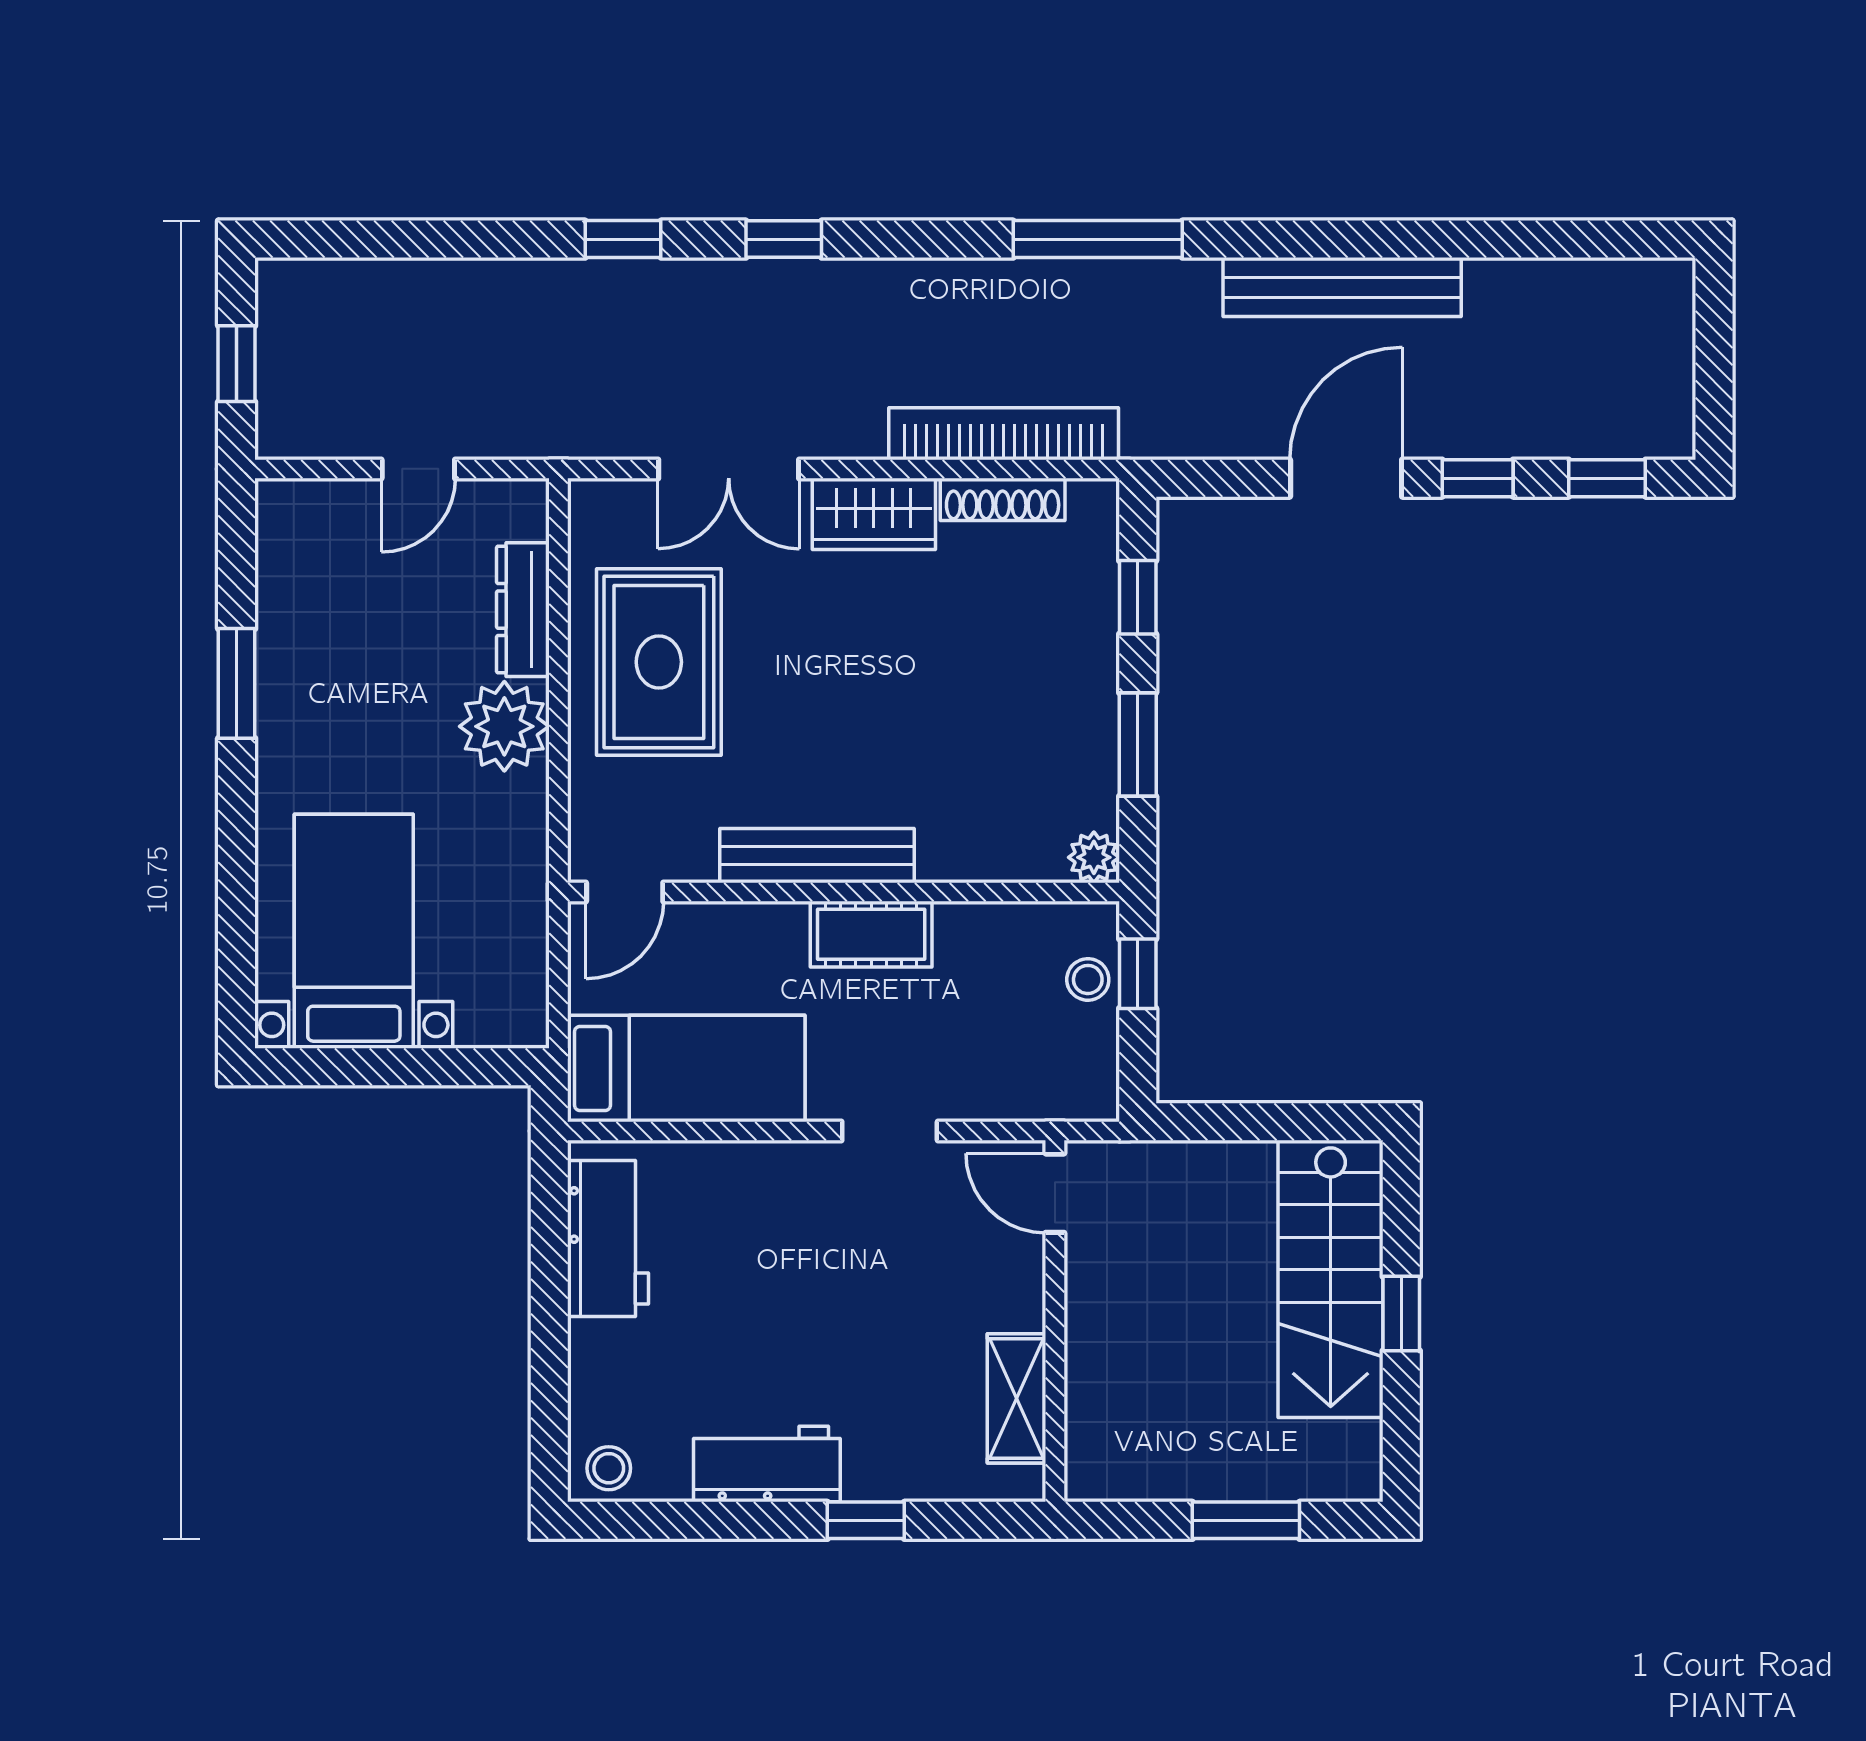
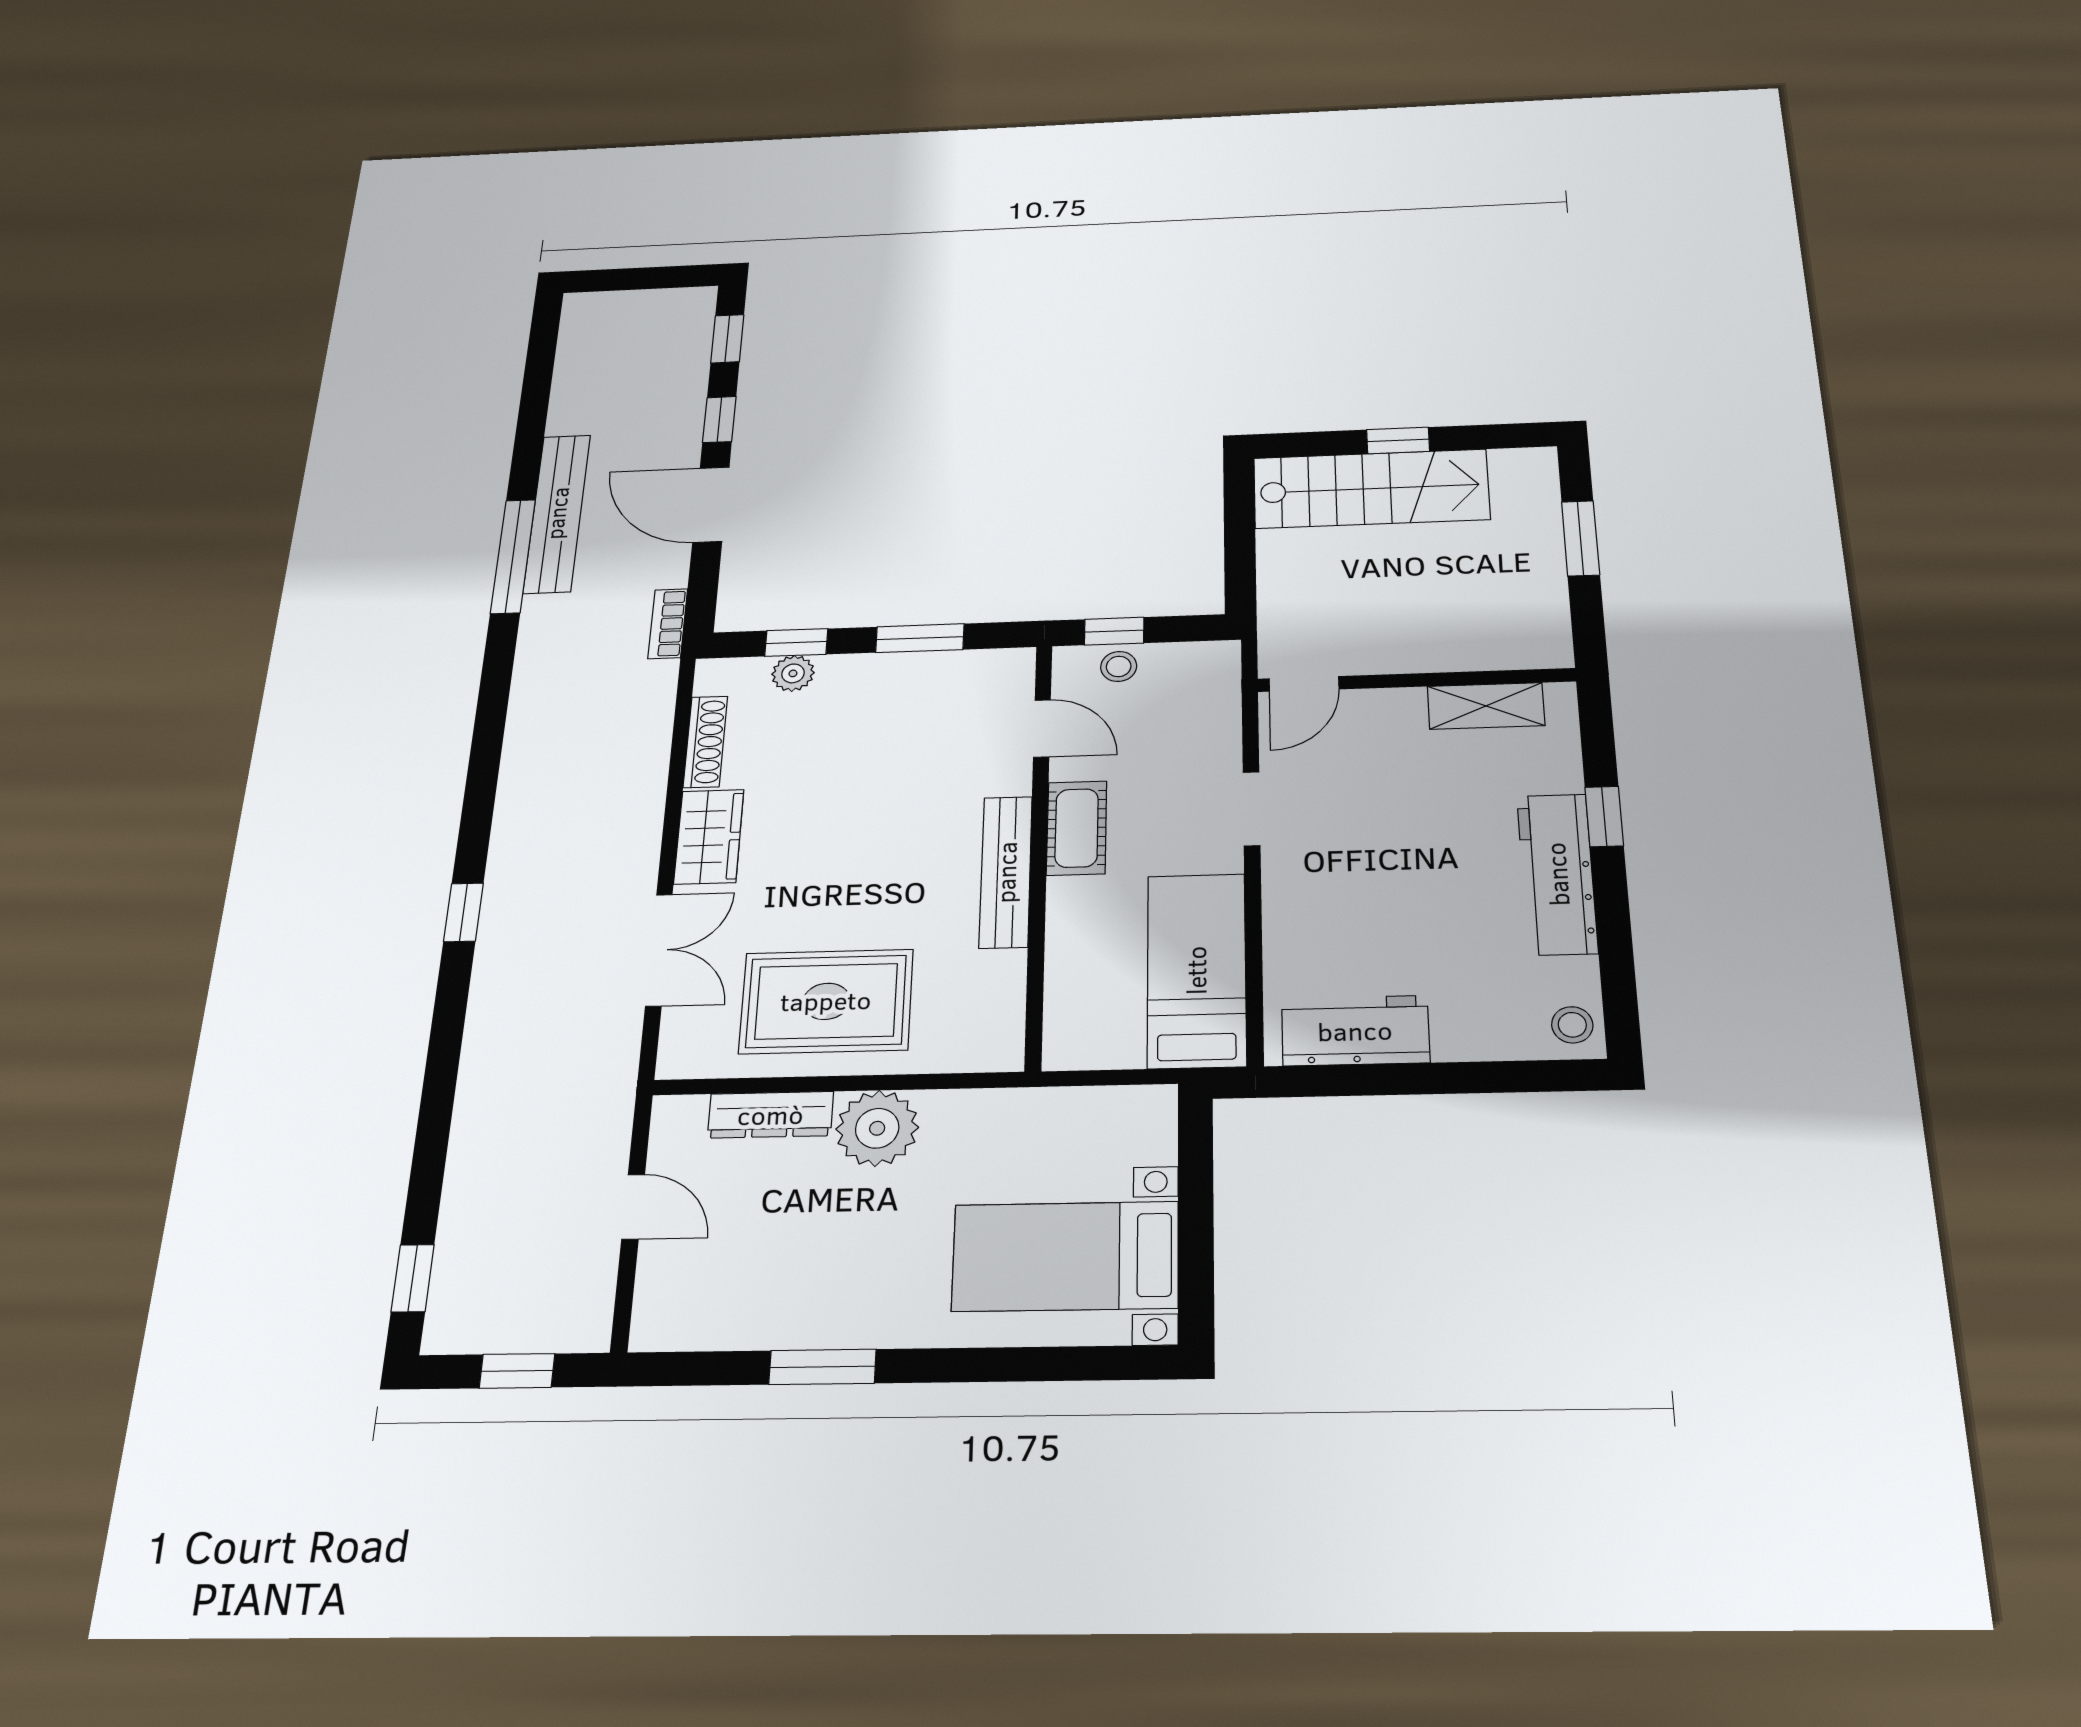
window: (623, 239) -> (413, 1278), moved
window: (1098, 239) -> (513, 556), moved
bookcase: (1004, 434) -> (668, 624), moved, width x0.43, depth x0.76
plant: (1094, 857) -> (793, 673), moved
door: (625, 892) -> (1042, 728), moved
workbench: (767, 1464) -> (1557, 874), width x1.38

